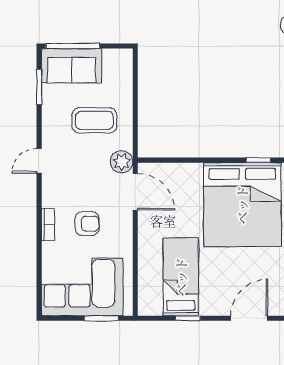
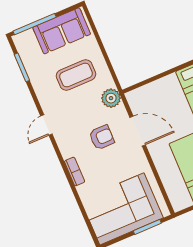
sofa: (72, 66) -> (62, 31), moved
door: (135, 192) -> (138, 131), moved
armchair: (87, 224) -> (102, 137), moved

